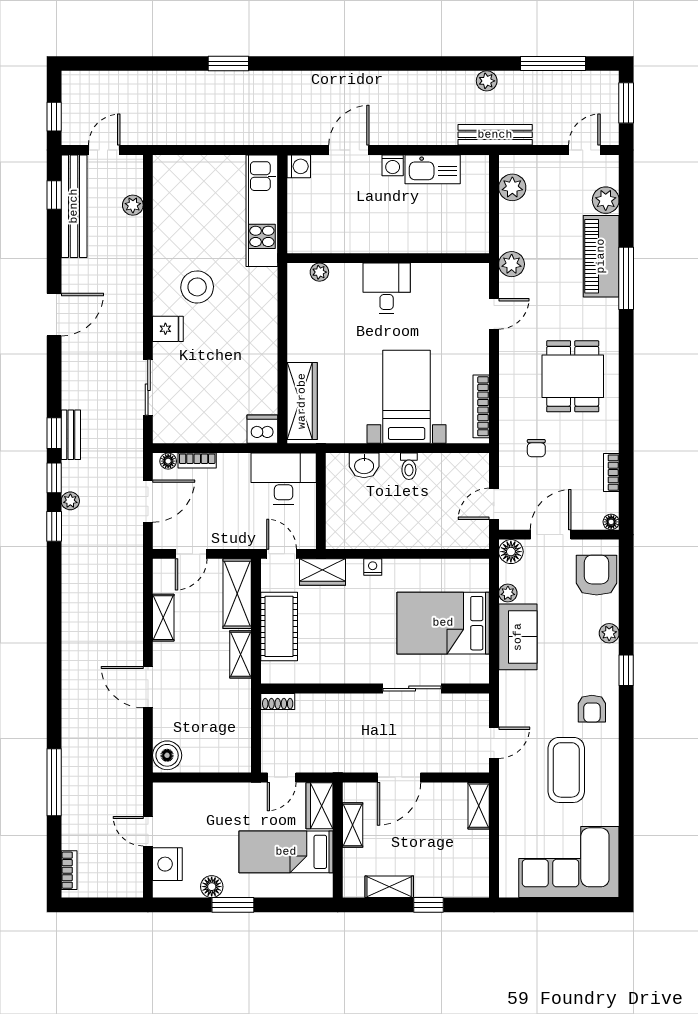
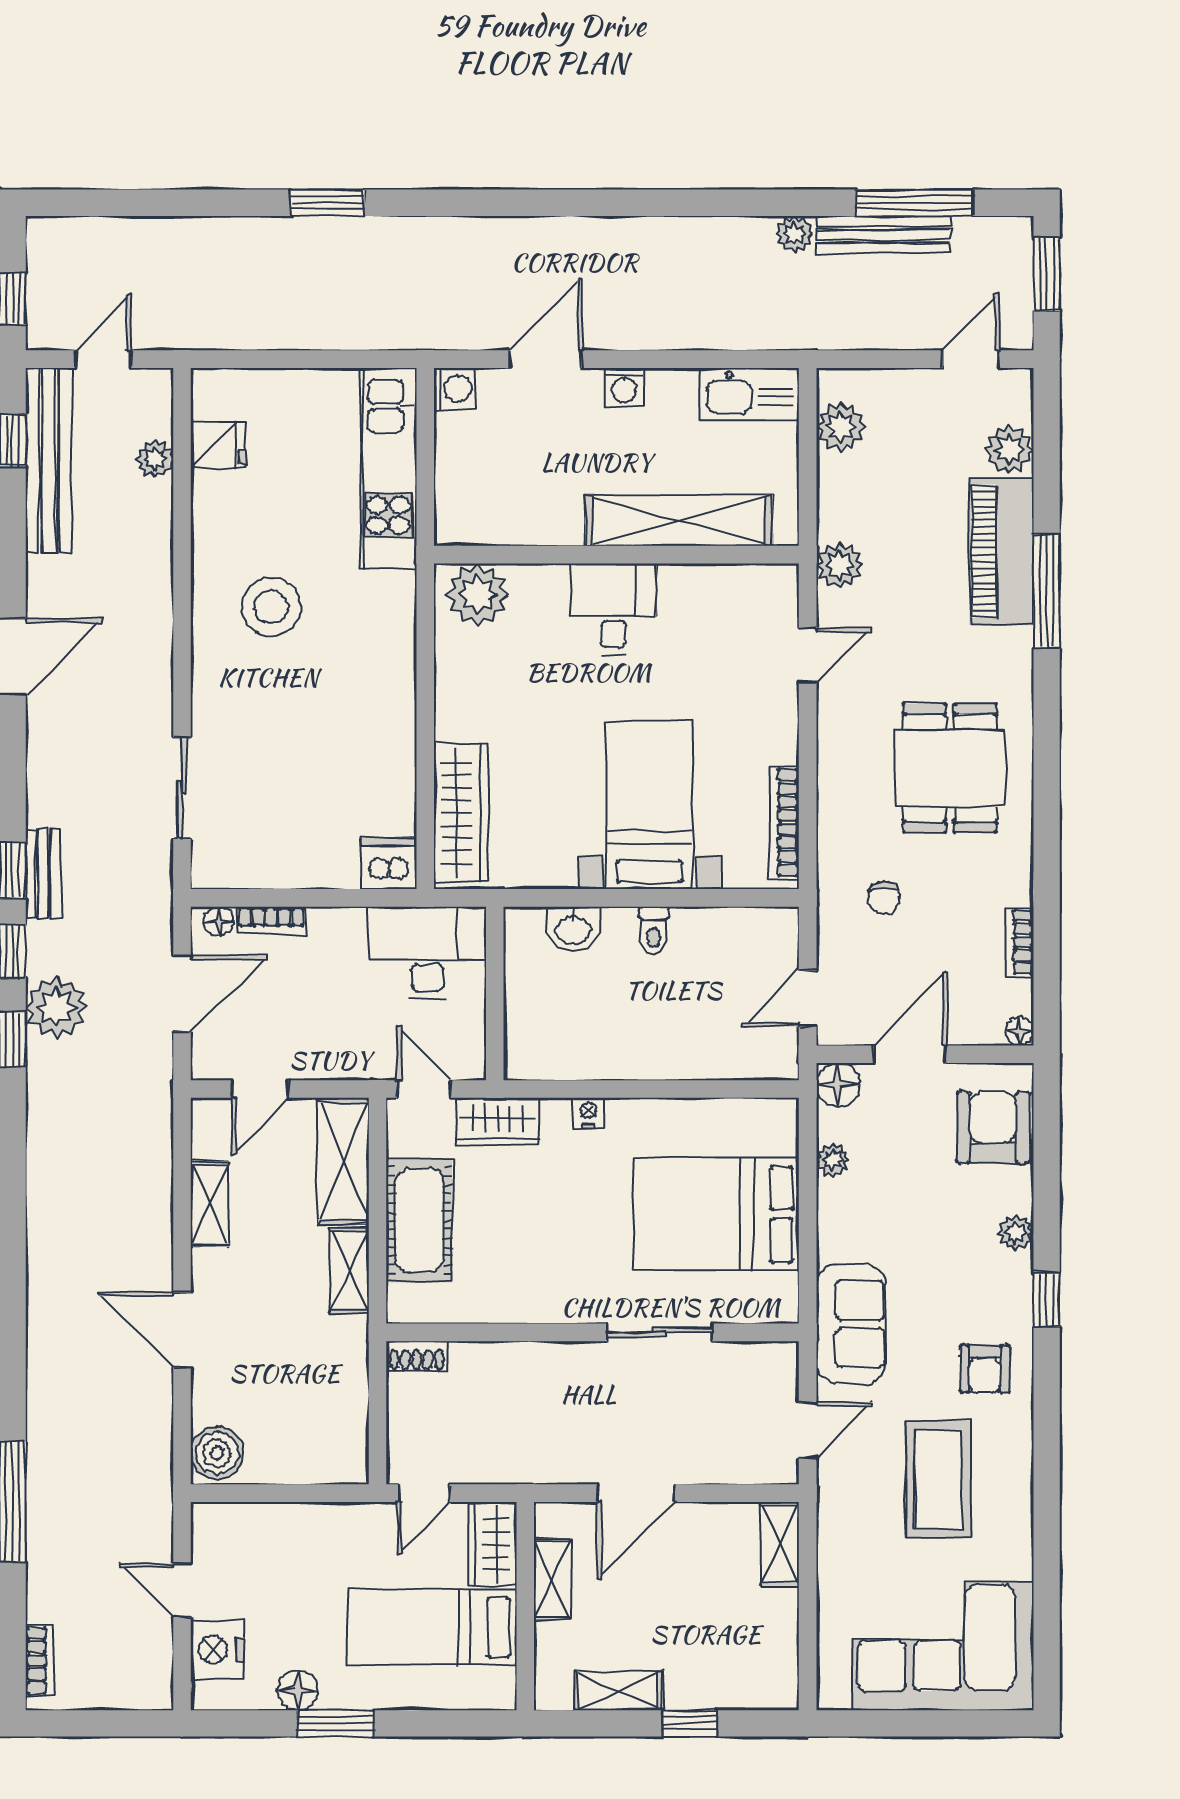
bench: (495, 135) -> (883, 235), moved
kitchen sink: (433, 169) -> (749, 394), moved
shelving: (423, 239) -> (679, 520), added
plant: (319, 272) -> (478, 594), width x1.88, depth x1.88
fridge: (168, 329) -> (218, 445), moved
plant: (70, 501) -> (56, 1008), width x1.88, depth x1.88
sofa: (518, 637) -> (851, 1324), moved

